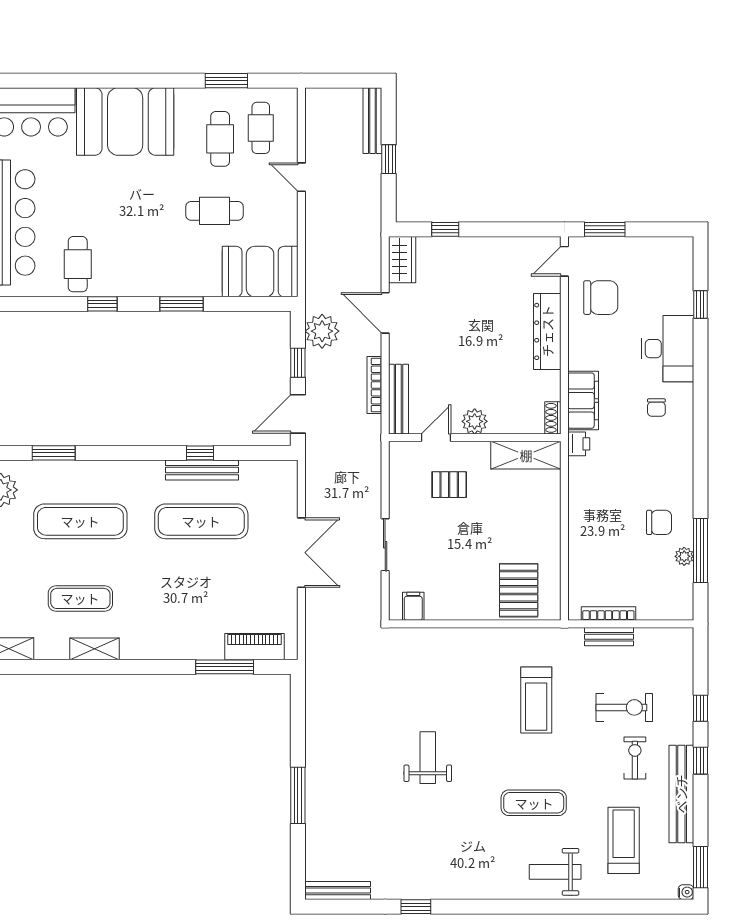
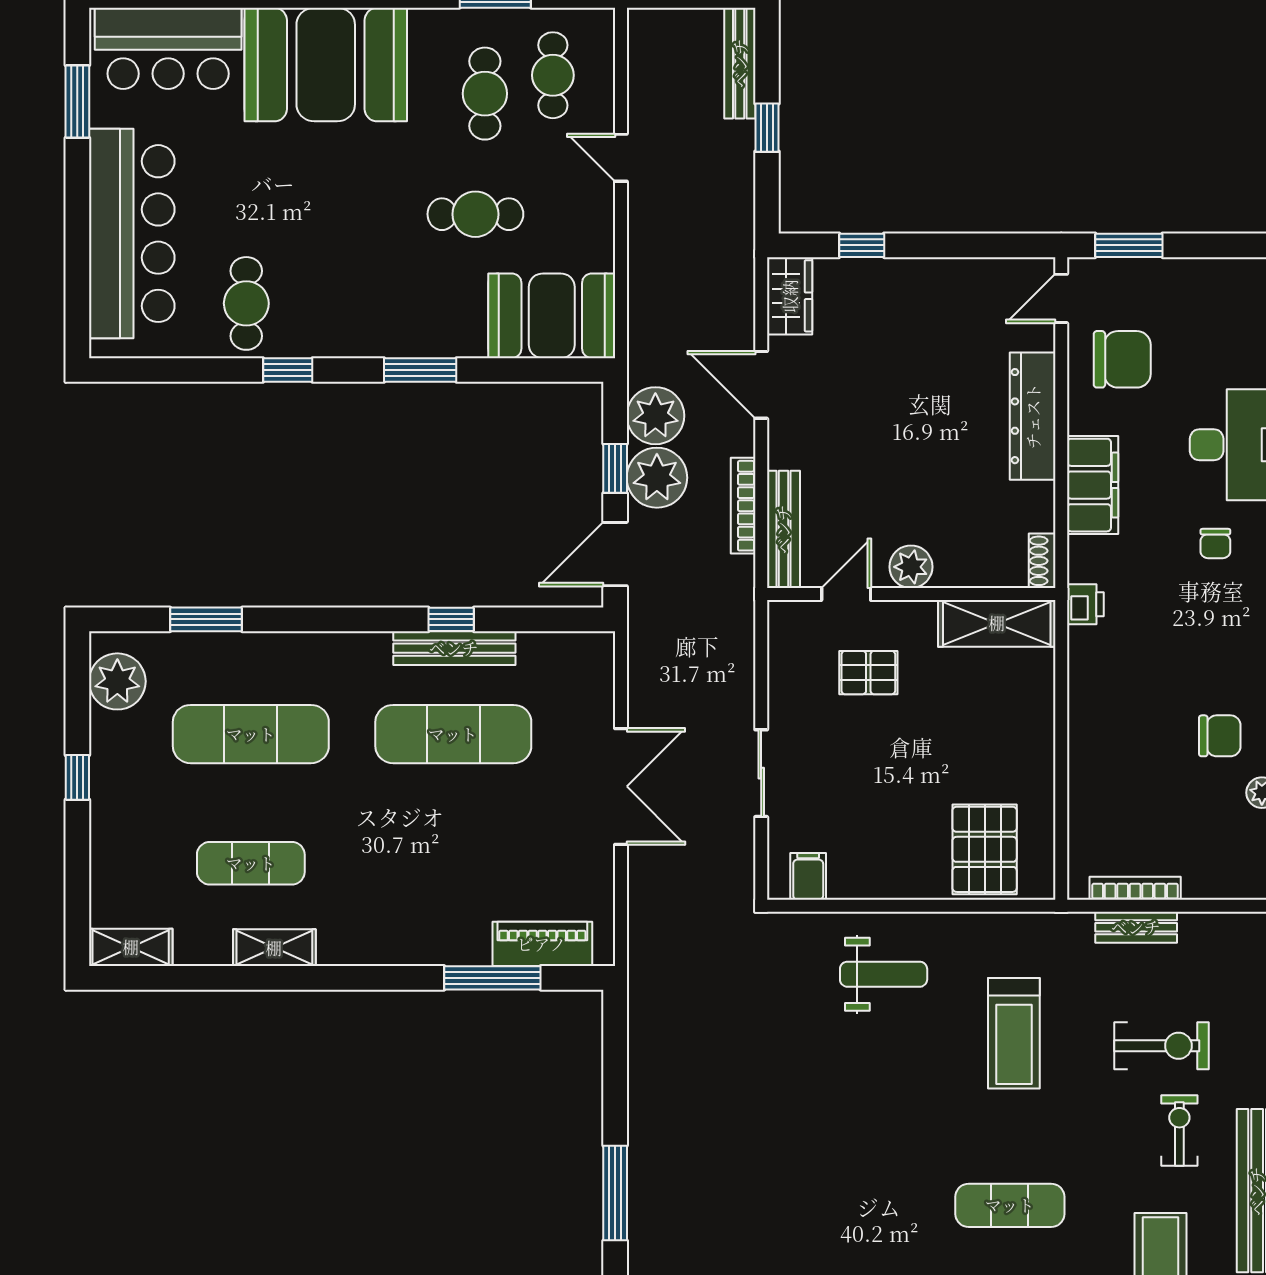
plant: (323, 368) -> (657, 478), added
filing cabinet: (583, 401) -> (1093, 485), moved
weight bench: (428, 758) -> (884, 974), moved, turned 90

